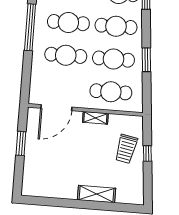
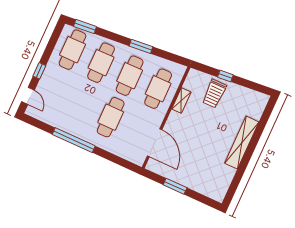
cafe table: (68, 23) -> (82, 104), removed
shelving: (95, 118) -> (181, 100), moved
trolley: (126, 149) -> (214, 94), turned 79
shelving: (97, 194) -> (242, 143), width x1.47

